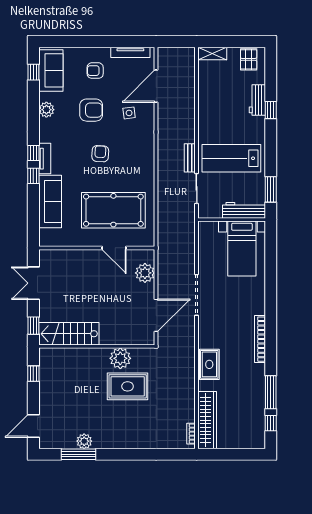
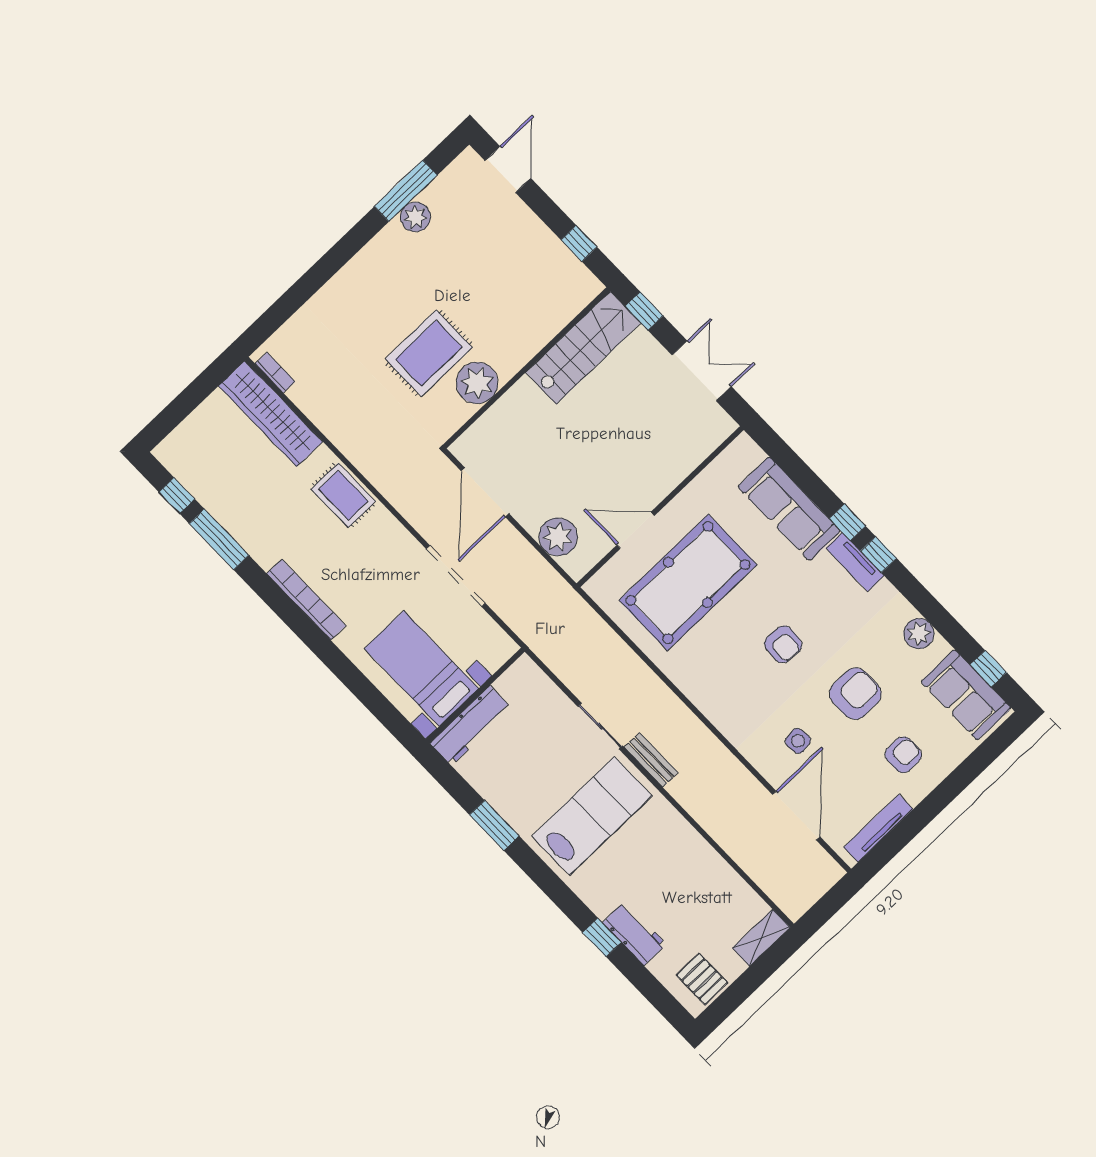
armchair: (91, 110) -> (855, 694), turned 180
workbench: (244, 210) -> (471, 725), moved
wall: (232, 220) -> (475, 695), moved
bed with nightstands: (242, 249) -> (421, 669), moved

